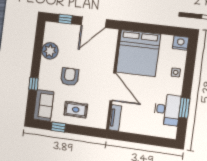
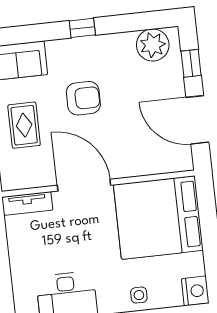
plant: (50, 51) -> (153, 45), moved
window: (34, 84) -> (82, 28), moved
door: (113, 87) -> (84, 185), swing flipped

